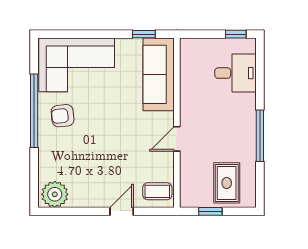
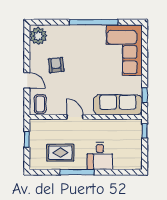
window: (236, 34) -> (145, 131), moved
desk: (236, 73) -> (100, 156), moved
armchair: (63, 116) -> (56, 65), moved
rug: (227, 183) -> (60, 153), moved

